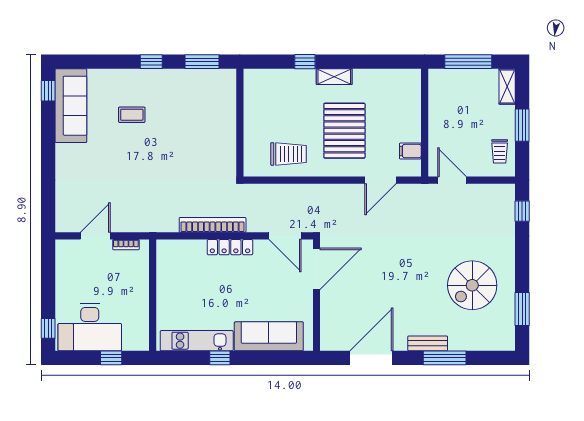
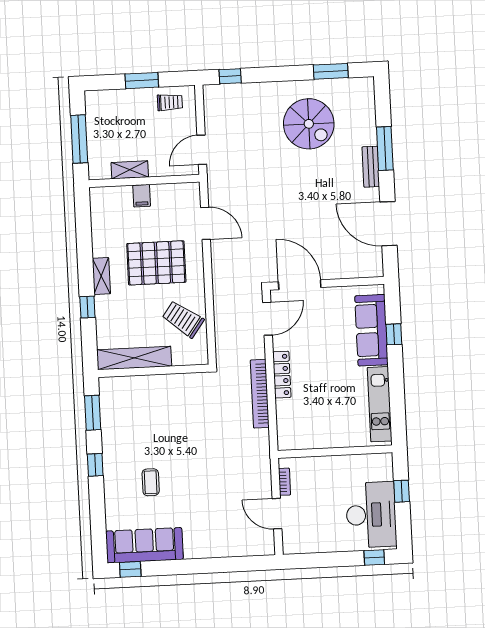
shelving: (507, 86) -> (130, 170), moved
shelving: (253, 105) -> (134, 358), added
filing cabinet: (410, 151) -> (142, 196), moved
trolley: (289, 154) -> (183, 319), turned -54
window: (220, 358) -> (394, 334), moved

